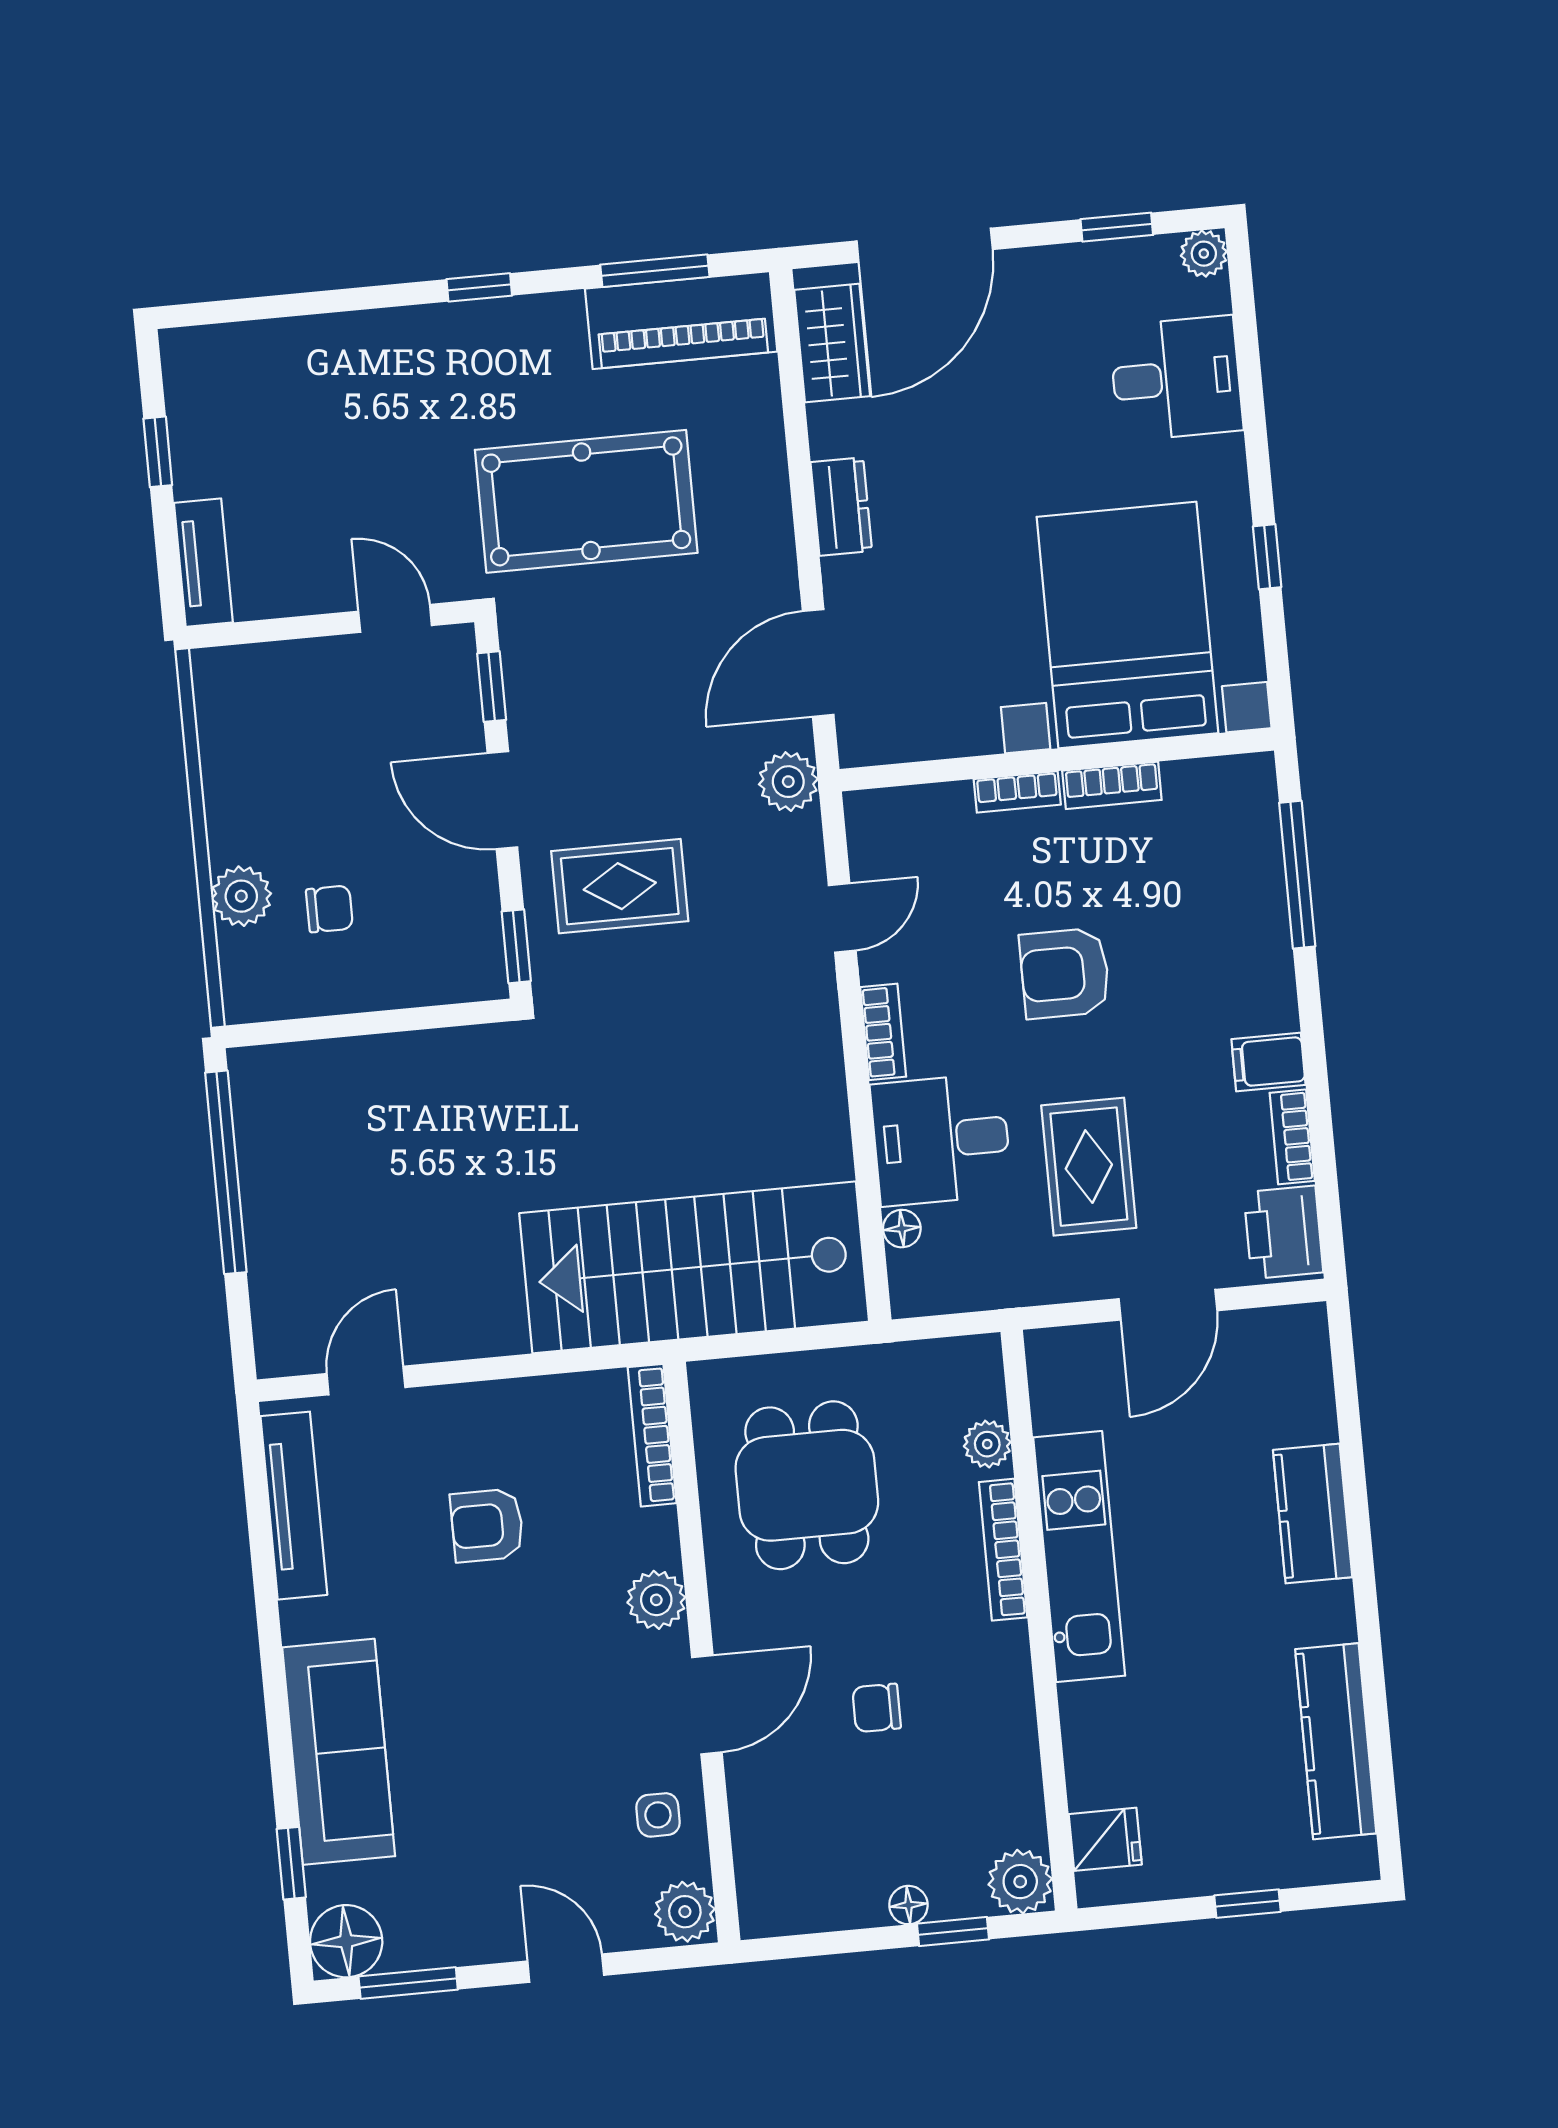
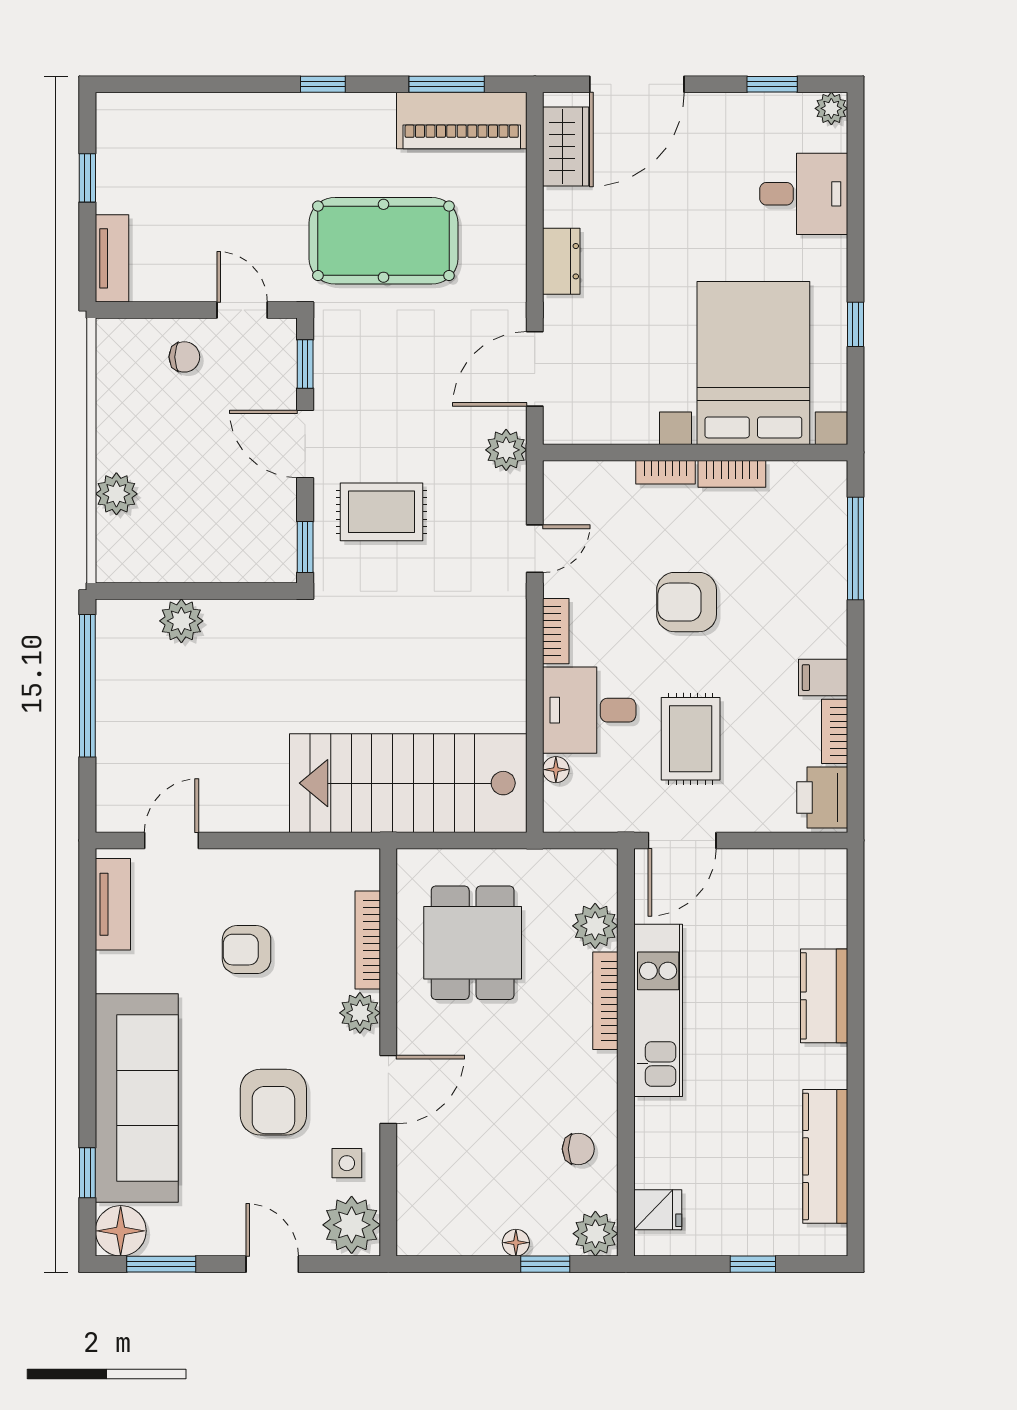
chair: (329, 909) -> (184, 357), moved
plant: (350, 1068) -> (181, 621), added
door: (1168, 1305) -> (682, 840), moved
bookcase: (652, 1435) -> (368, 940), moved
plant: (987, 1444) -> (595, 926), width x1.38, depth x1.38
tv unit: (294, 1506) -> (113, 904), width x0.71
chair: (877, 1708) -> (578, 1149), moved, turned 180
armchair: (546, 1738) -> (273, 1102), added
sofa: (339, 1752) -> (137, 1098), width x1.36, depth x1.27
plant: (685, 1912) -> (352, 1225), width x1.36, depth x1.36

